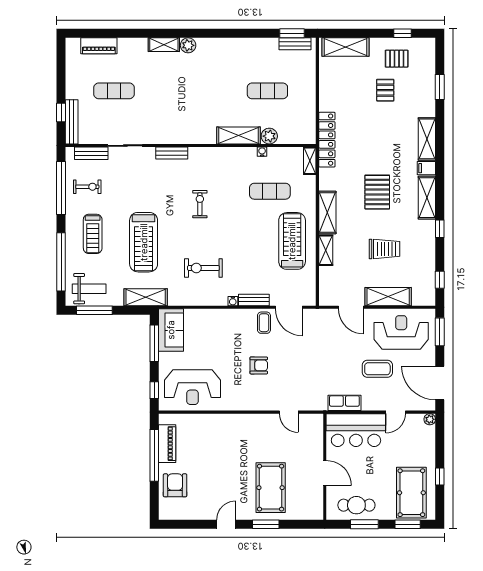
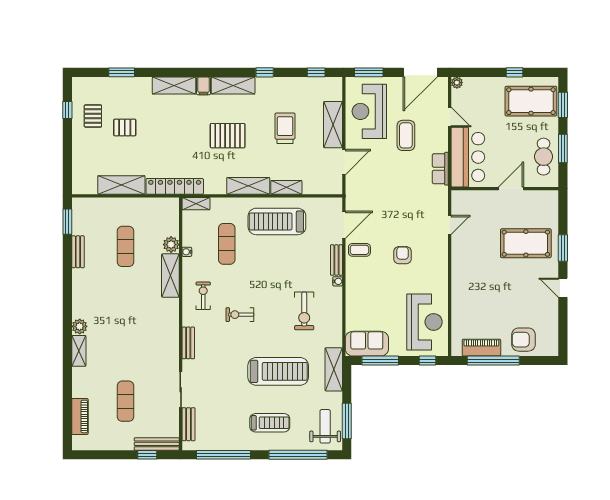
bench: (295, 44) -> (78, 252), moved
shelving: (346, 47) -> (121, 185), moved, turned 90
exercise bike: (87, 187) -> (203, 296), moved

